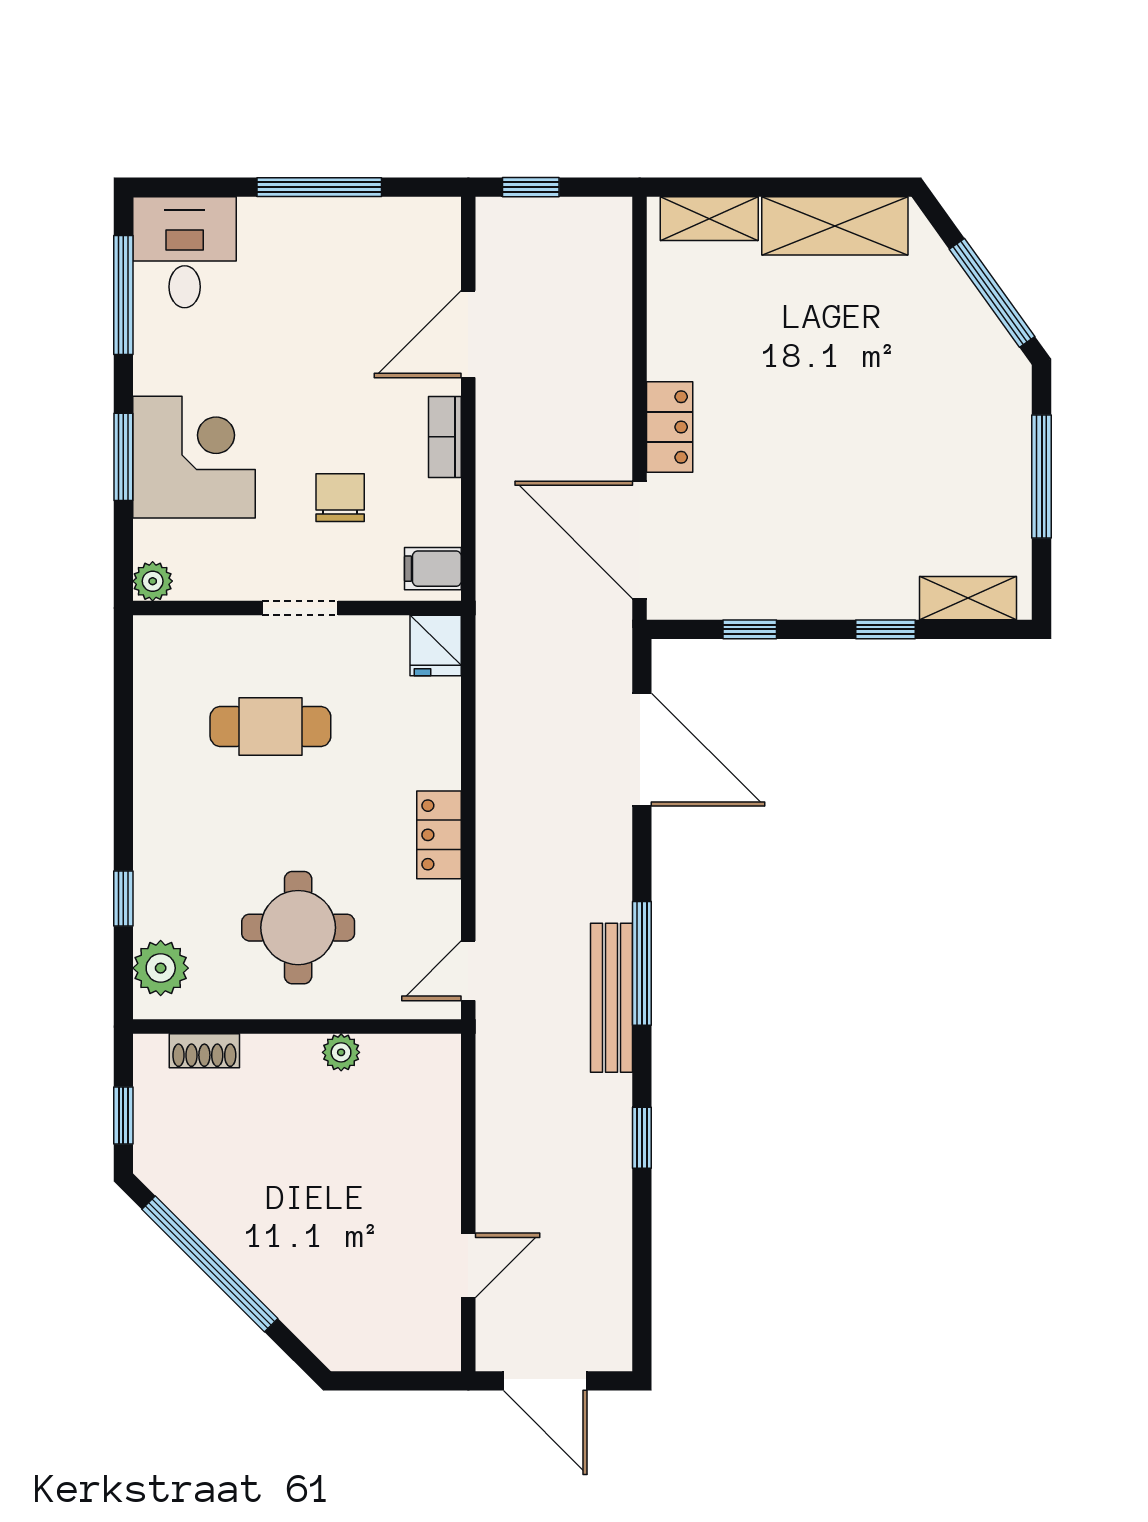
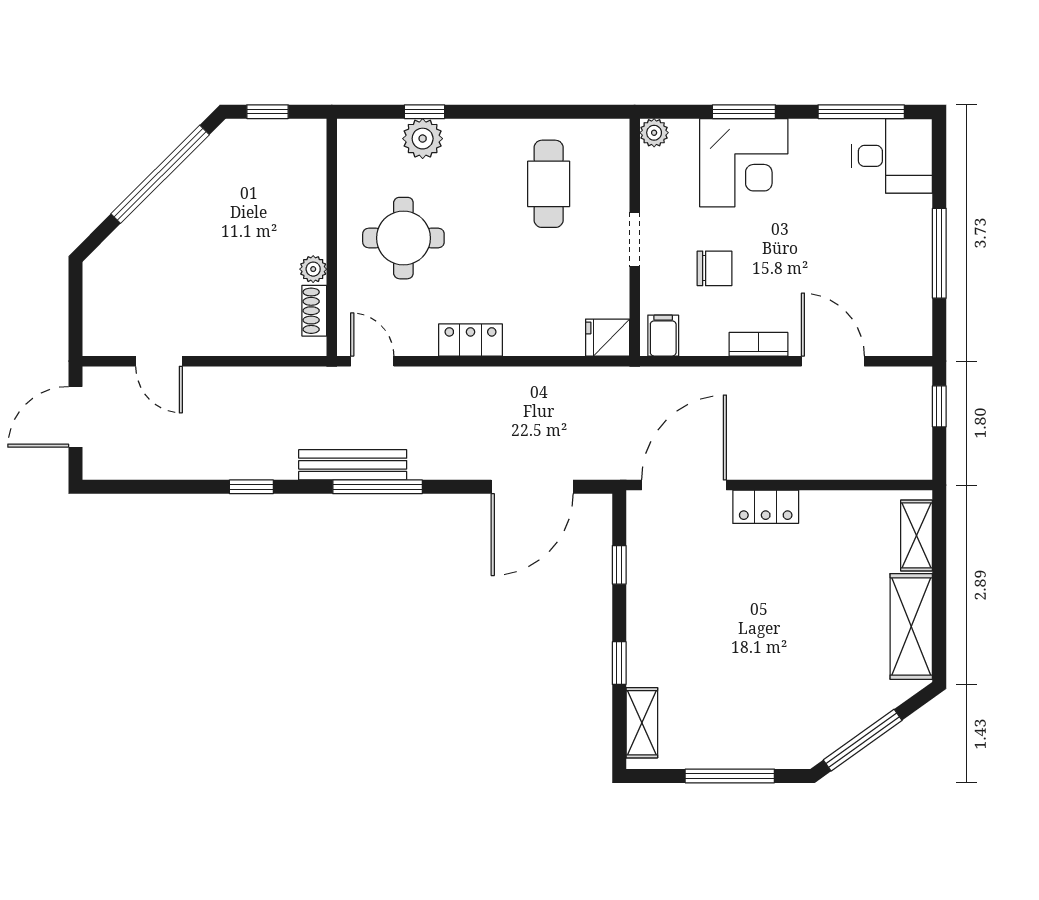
cafe table: (270, 727) -> (549, 184), moved
plant: (161, 968) -> (423, 139), moved
shoe rack: (204, 1051) -> (314, 311), moved

